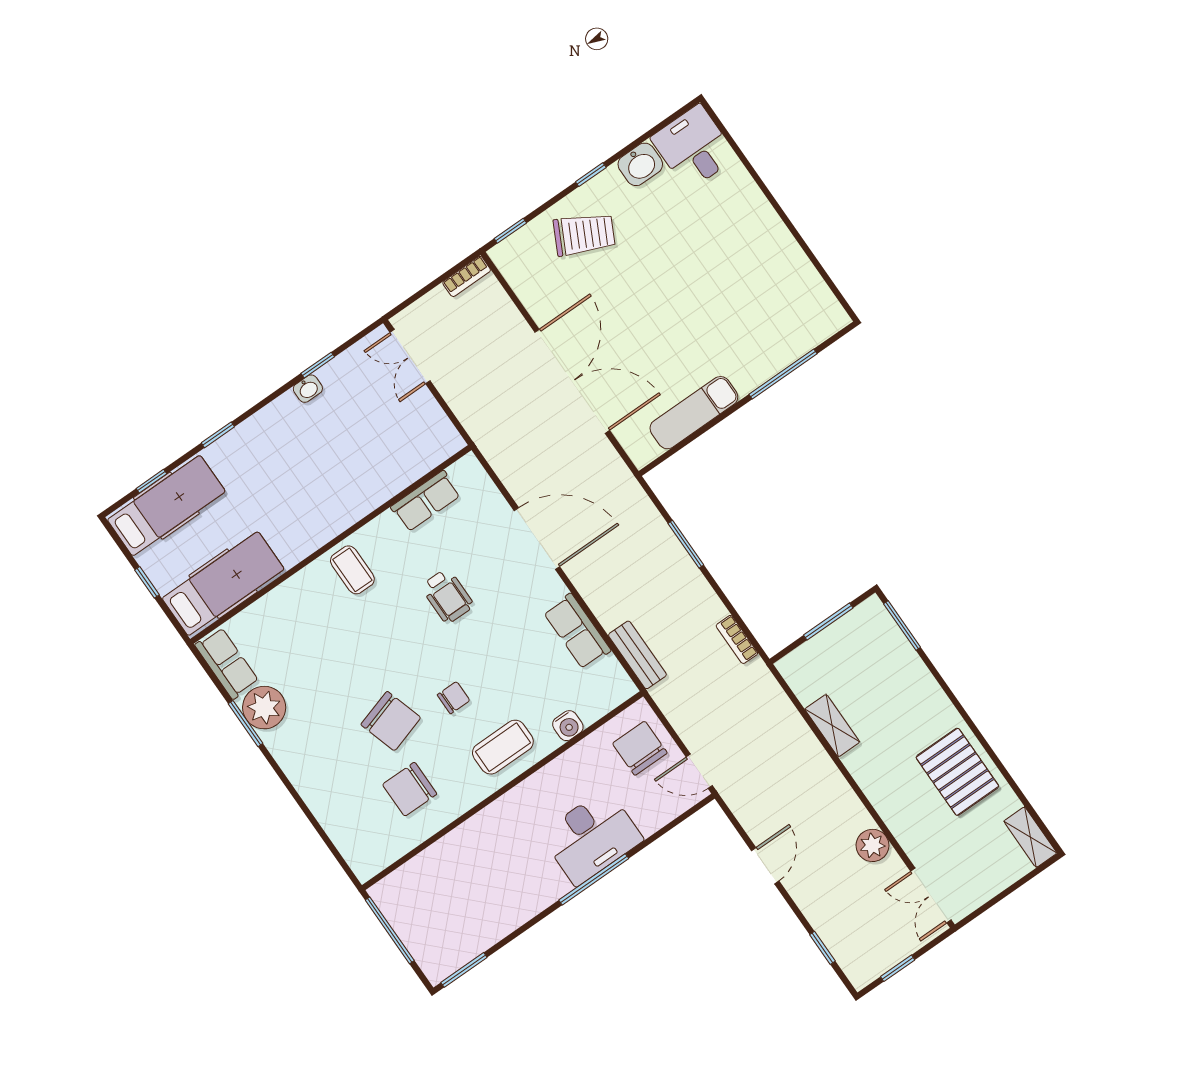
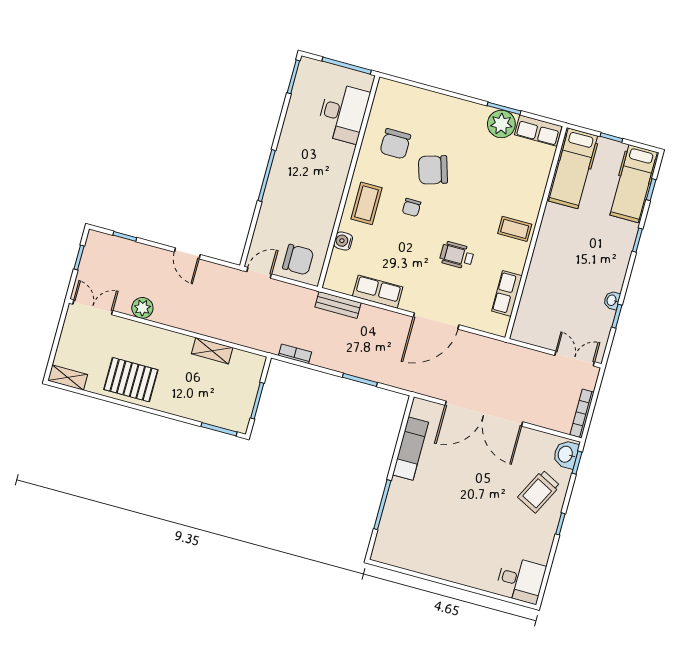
washbasin: (640, 164) -> (566, 454), moved
bookcase: (467, 276) -> (582, 414), width x1.56
chair: (410, 789) -> (395, 144), turned 180
desk: (591, 837) -> (343, 113), moved, turned 180

